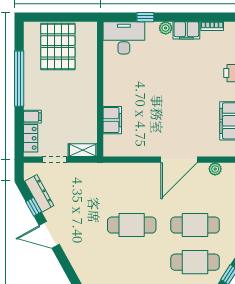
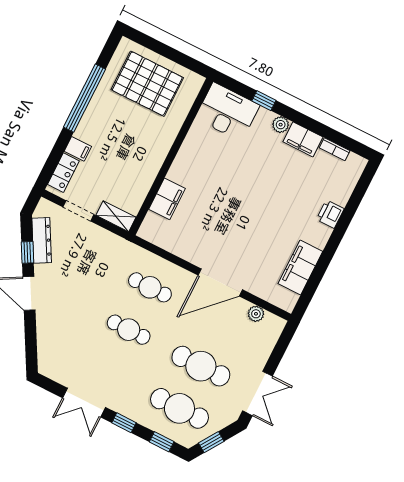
pallet: (58, 46) -> (147, 84), turned 90
cafe table: (132, 188) -> (150, 287), added
cafe table: (132, 225) -> (129, 330), width x0.73, depth x0.74

